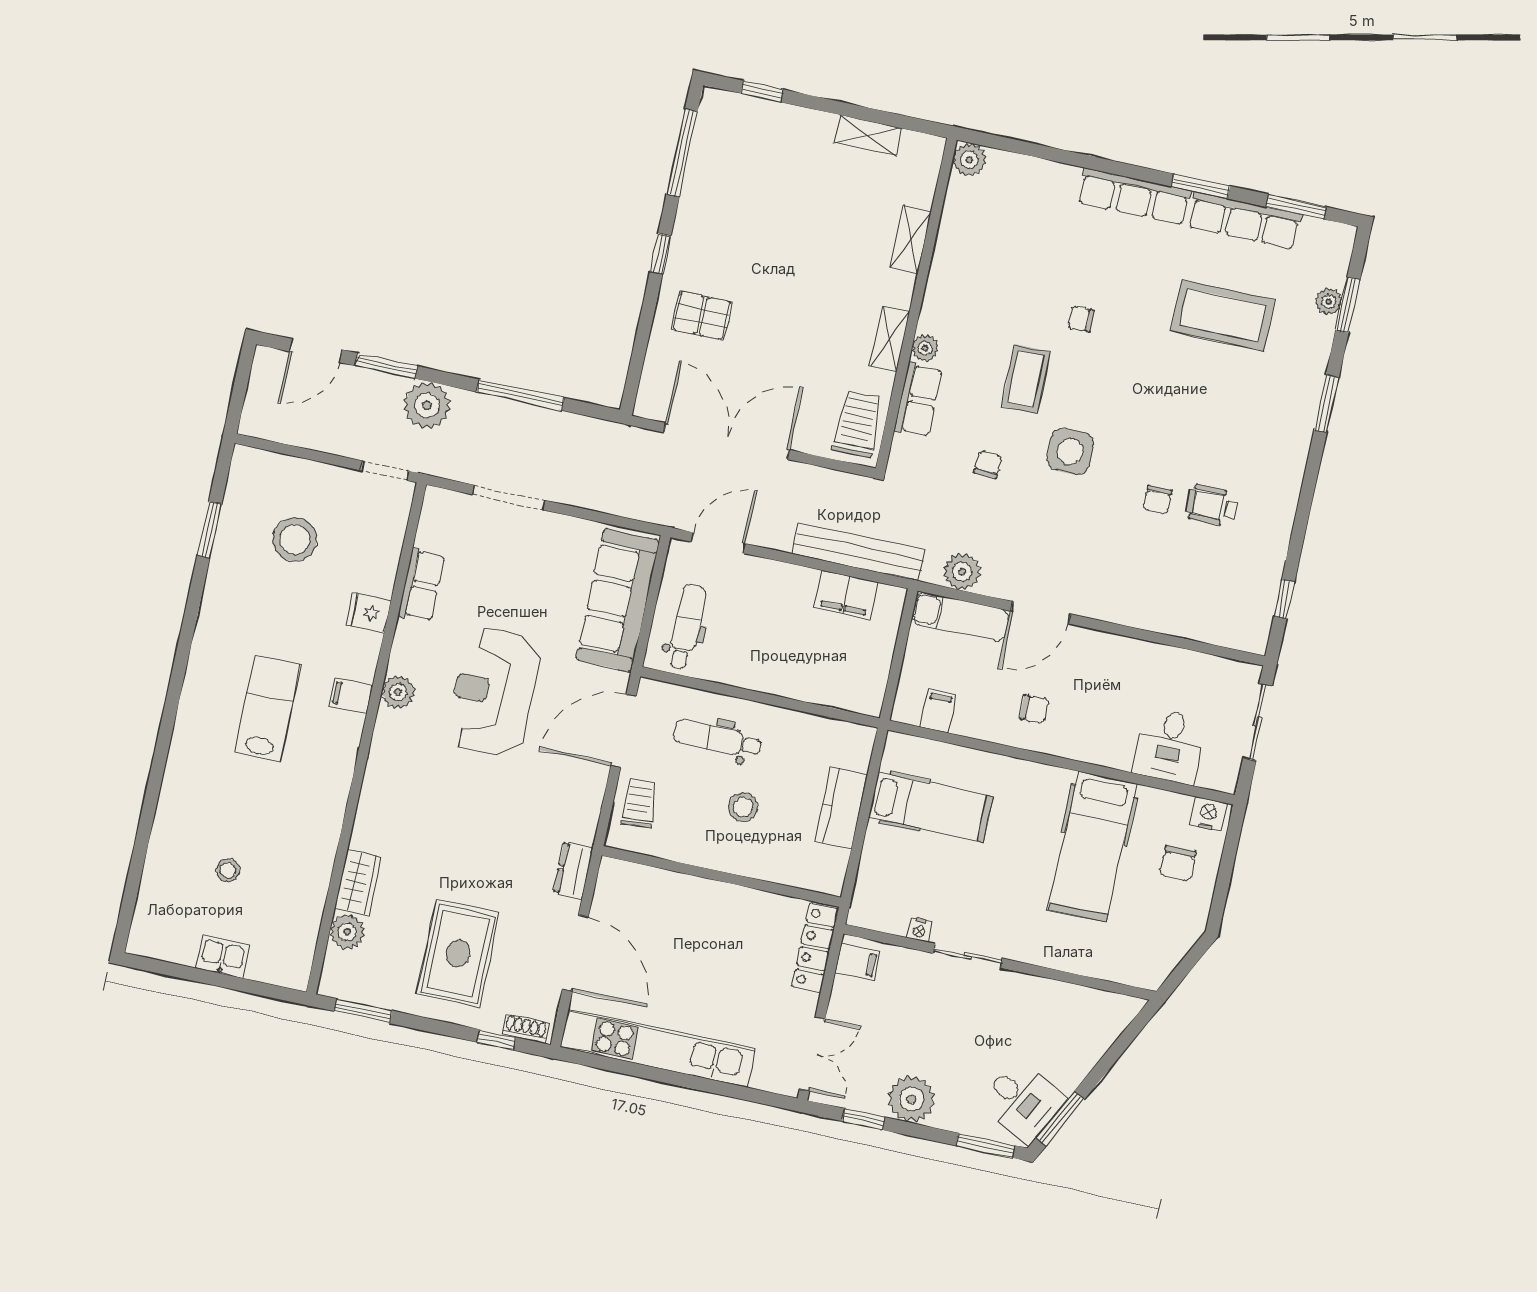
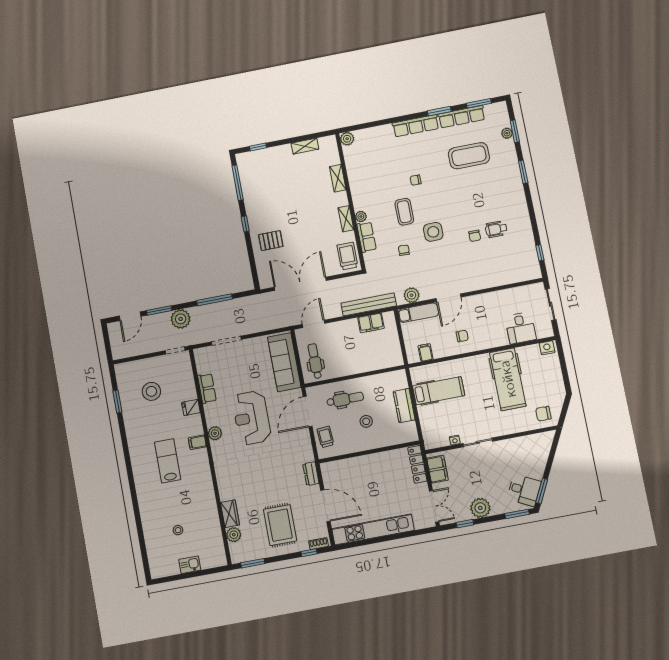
dental chair: (717, 739) -> (345, 399), turned 180
chair: (1178, 863) -> (543, 414), moved, turned 90
filing cabinet: (858, 962) -> (437, 469), width x2.00

